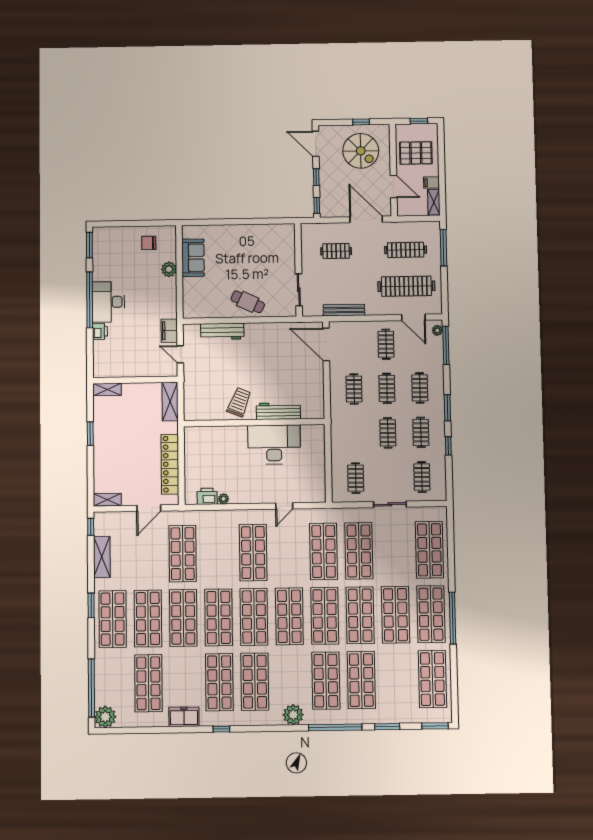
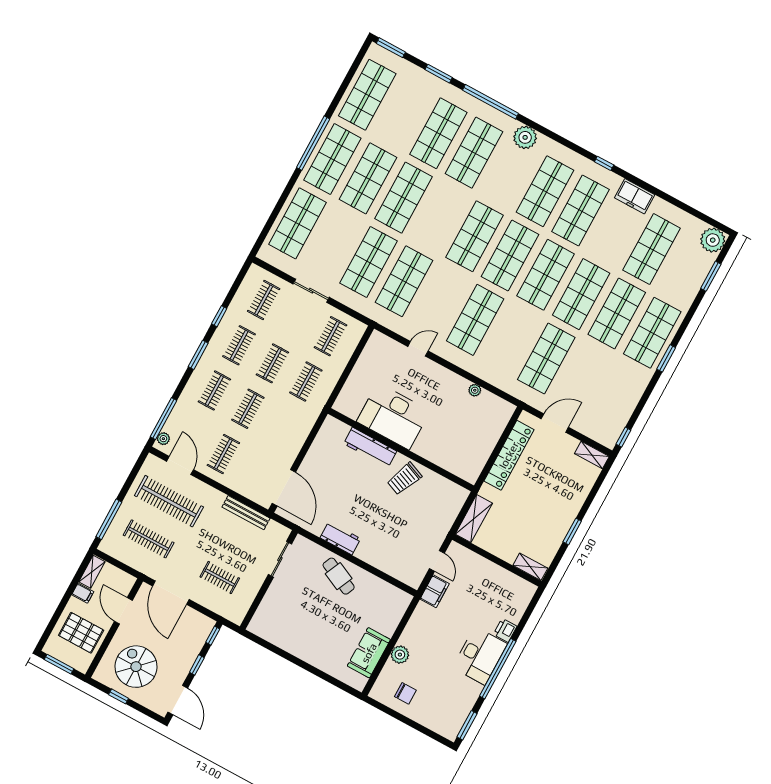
window: (419, 121) -> (59, 664), width x1.50
workbench: (222, 331) -> (340, 538), moved, width x0.73
clothes rail: (354, 389) -> (306, 382), moved
printer: (207, 496) -> (490, 402), removed
shelving: (102, 557) -> (629, 401), removed
shop shelf: (325, 616) -> (439, 217), removed
window: (91, 688) -> (711, 276), width x0.47

